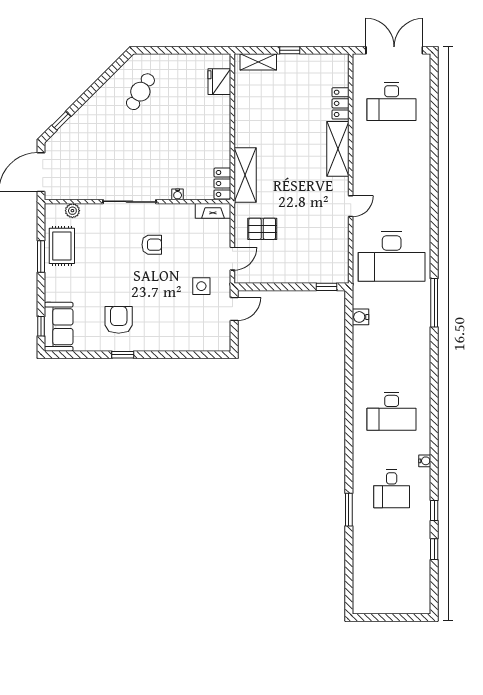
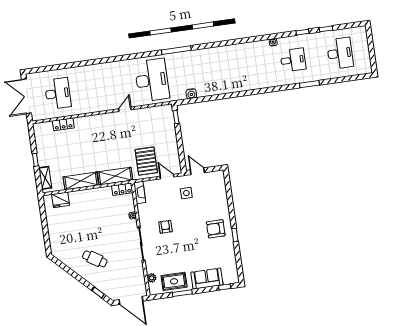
cafe table: (140, 92) -> (95, 259), moved
shelving: (338, 149) -> (81, 181), moved
door: (351, 206) -> (125, 109), hinge flipped
pallet: (262, 229) -> (146, 161), width x1.50, depth x1.42
armchair: (119, 320) -> (216, 229), moved
sofa: (59, 327) -> (207, 279), moved
desk: (392, 411) -> (340, 53), moved

